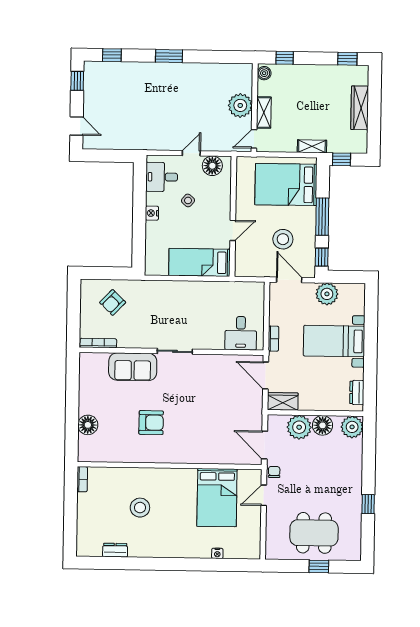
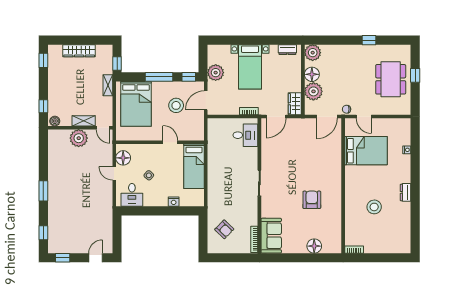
nightstand: (152, 213) -> (174, 202), moved
sofa: (133, 367) -> (271, 236), moved
dresser: (115, 550) -> (406, 192), moved

